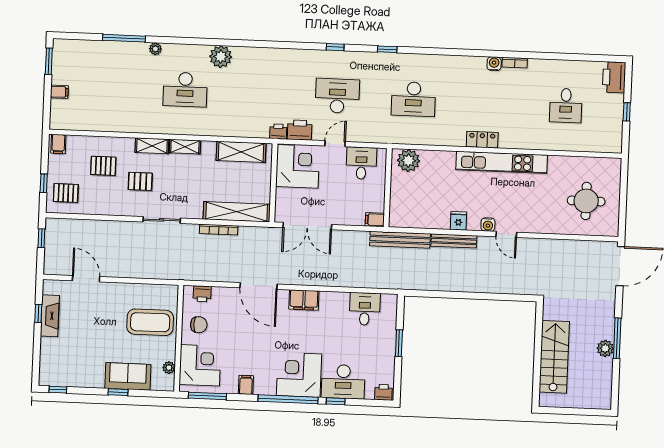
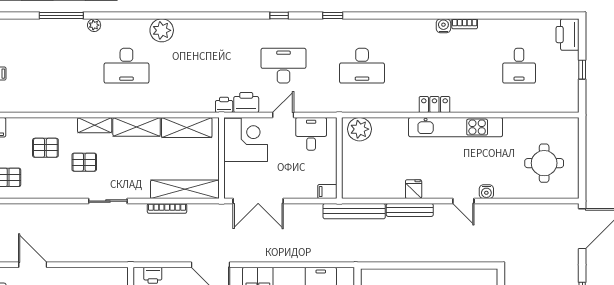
shelving: (185, 147) -> (137, 127), width x1.50, depth x1.33
water cooler: (488, 225) -> (486, 192), moved

